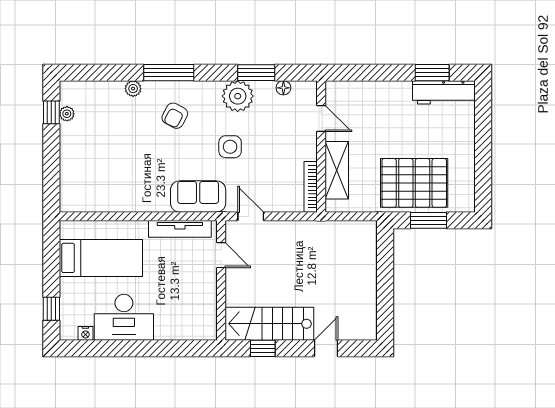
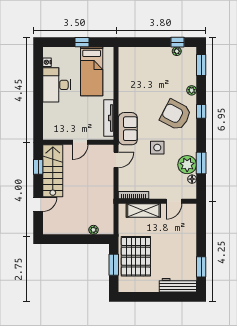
window: (90, 73) -> (201, 65), added
window: (169, 73) -> (201, 111), width x0.46
workbench: (444, 92) -> (178, 285), moved, turned 90
plant: (238, 96) -> (187, 165), moved
armchair: (175, 116) -> (176, 115), width x1.88, depth x1.88
door: (221, 255) -> (80, 142), moved
plant: (369, 255) -> (93, 230), added
window: (51, 309) -> (82, 42), moved
door: (326, 348) -> (38, 204), hinge flipped

